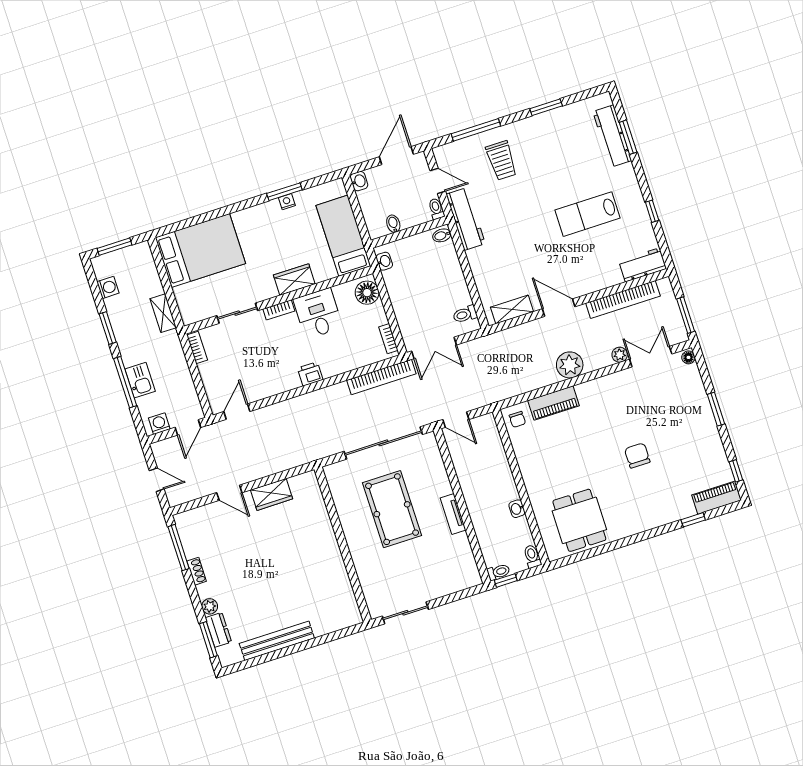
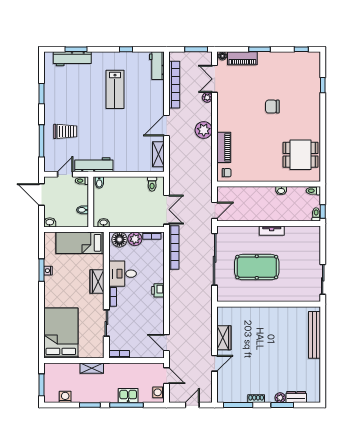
plant: (375, 315) -> (135, 239), added
piano: (717, 498) -> (242, 58), moved, turned -90
window: (208, 640) -> (282, 405), moved
bench: (277, 641) -> (314, 335), moved

